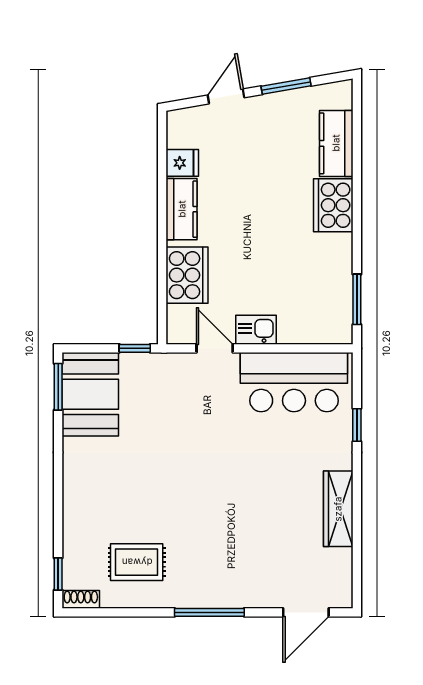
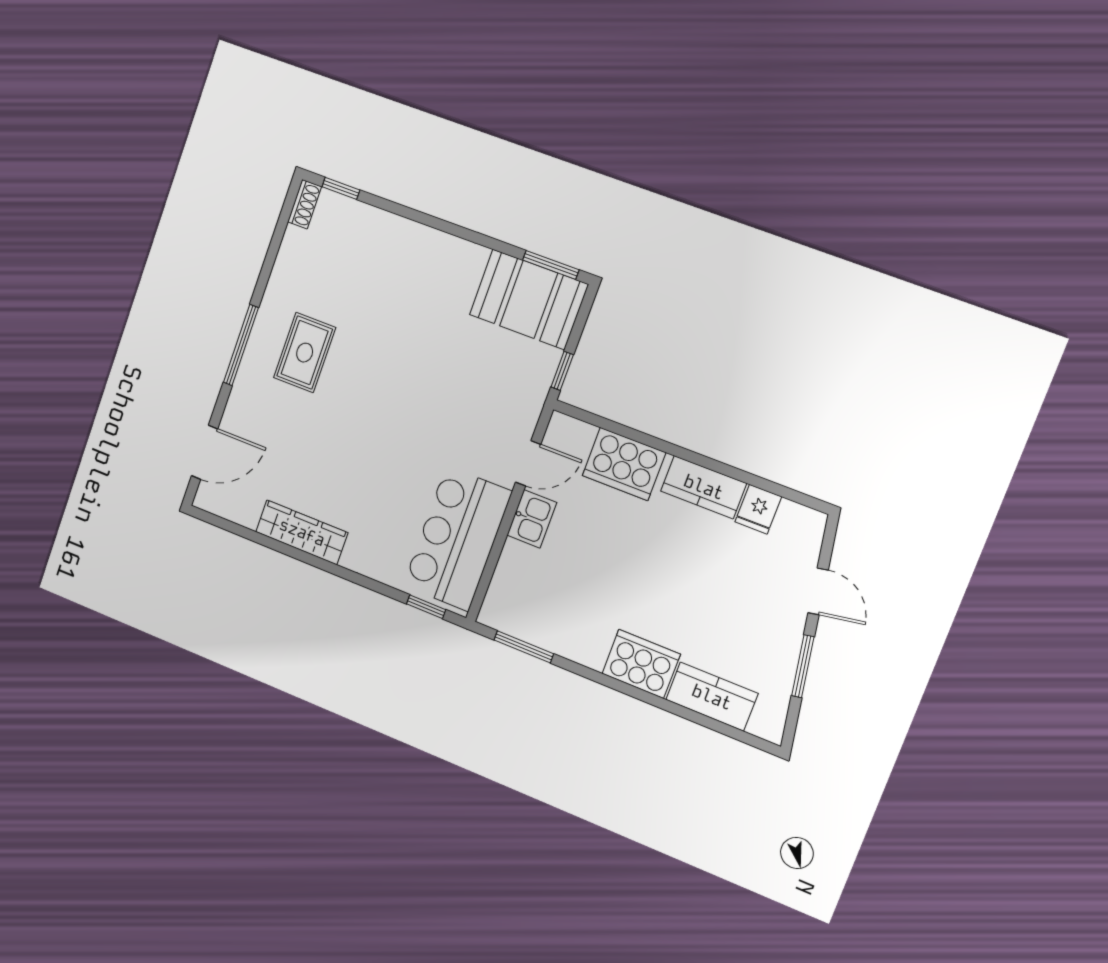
window: (357, 425) -> (426, 607), moved
rug: (137, 562) -> (305, 353), moved
door: (306, 612) -> (205, 452), swing flipped

